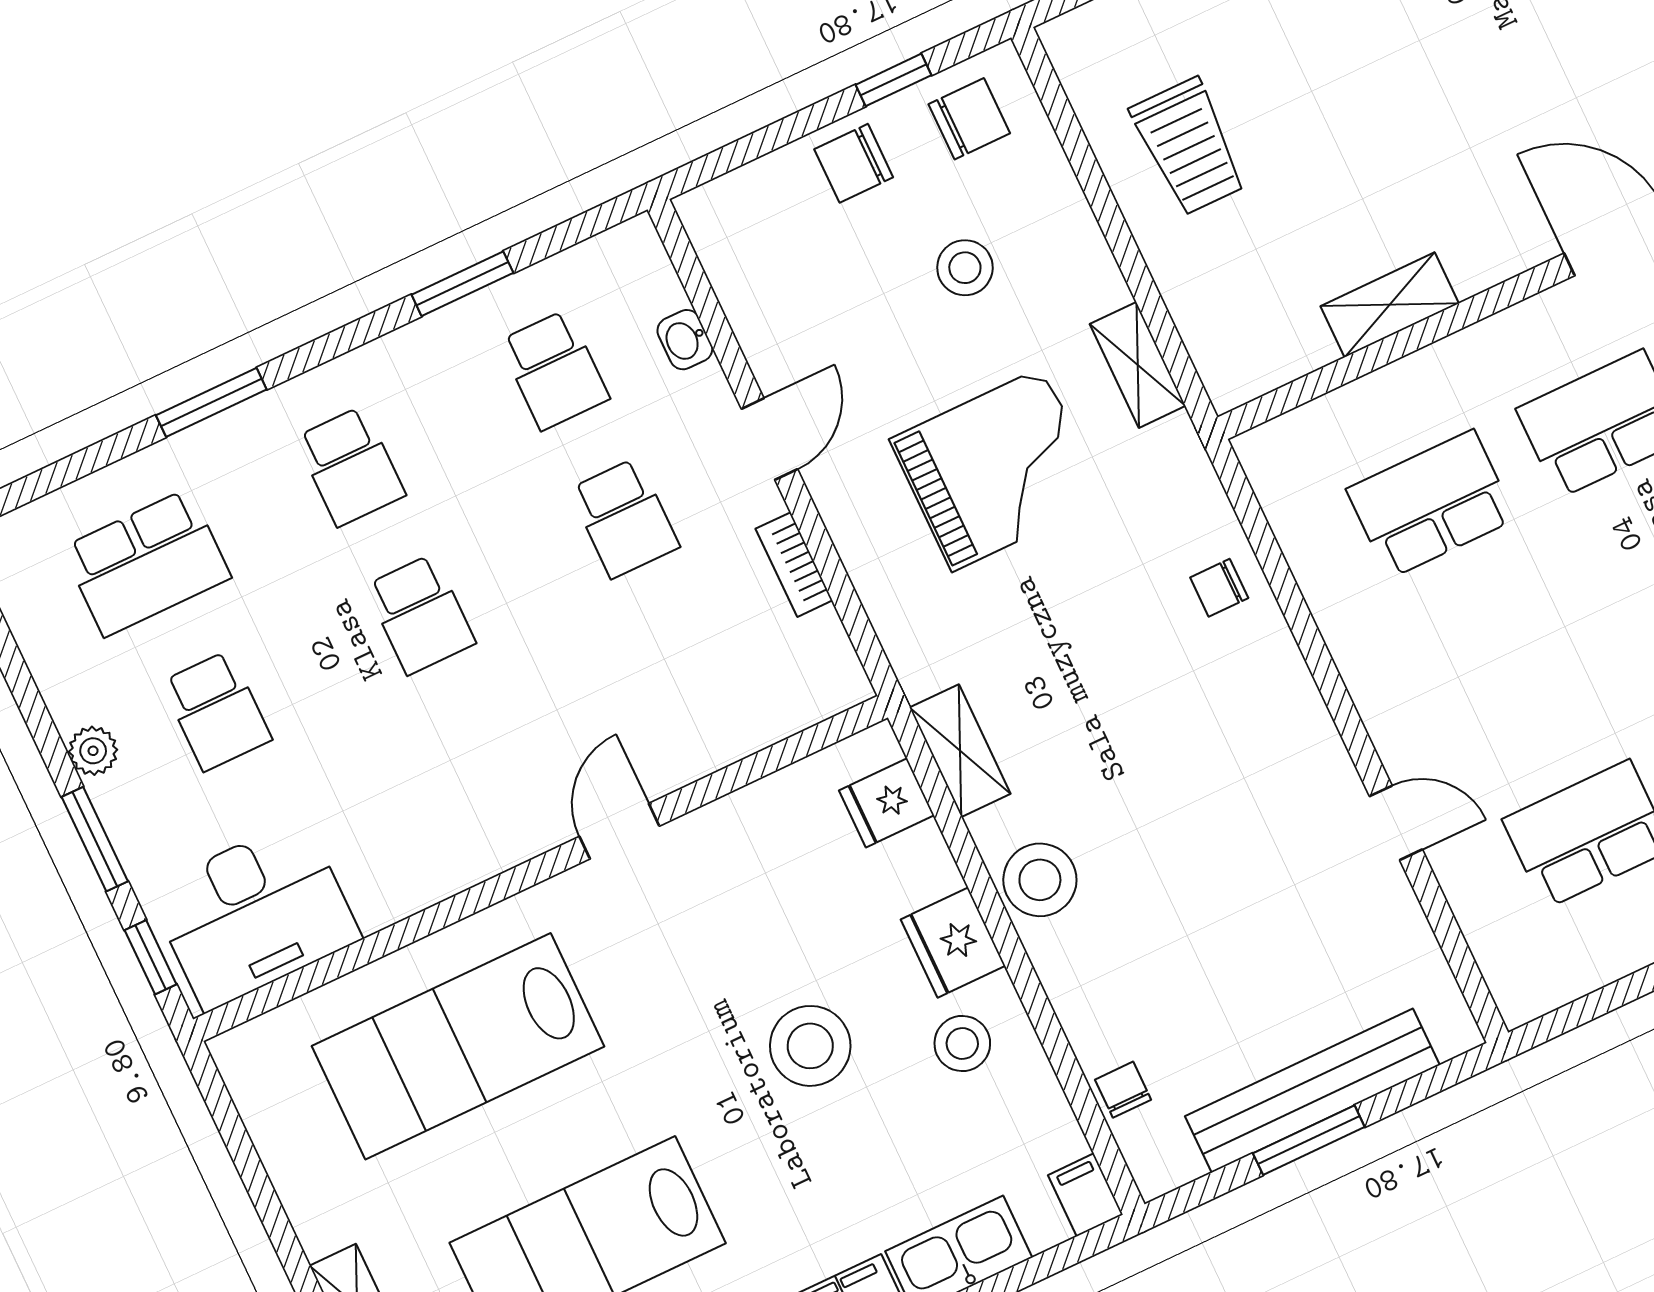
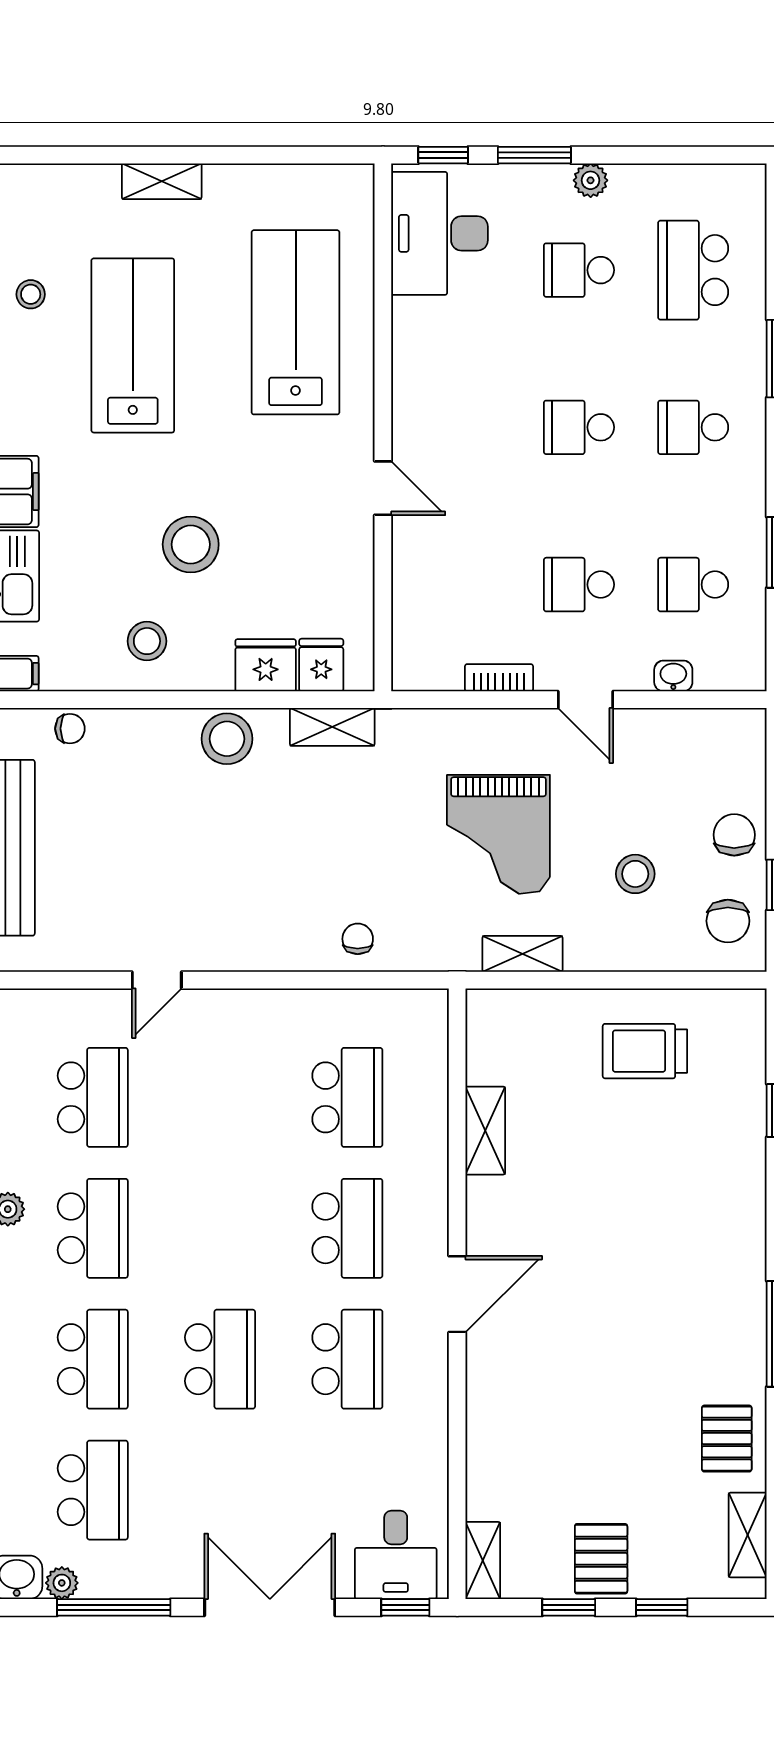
fridge: (953, 943) -> (266, 665), moved

